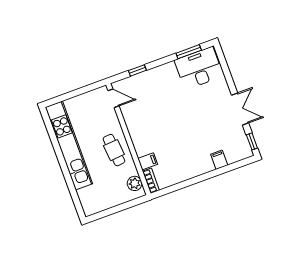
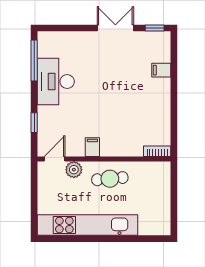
window: (189, 52) -> (34, 61), width x1.44
desk: (199, 68) -> (56, 82), moved
filing cabinet: (148, 161) -> (92, 147), moved
plant: (135, 183) -> (74, 170), moved

